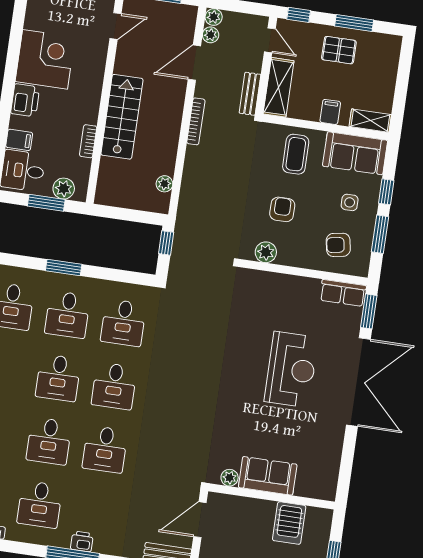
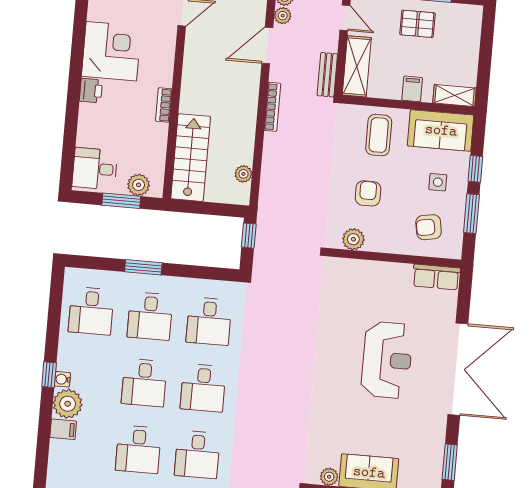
printer: (25, 100) -> (91, 91), width x0.73, depth x0.81
stairs: (122, 117) -> (191, 158), moved
filing cabinet: (19, 140) -> (89, 137), removed
bookcase: (88, 141) -> (164, 105), moved
window: (369, 311) -> (450, 462), moved

